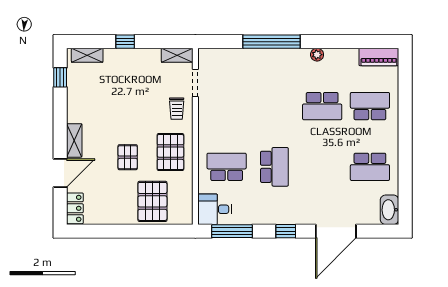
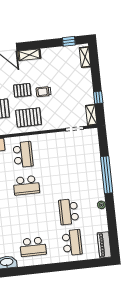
window: (125, 42) -> (98, 98), moved
trolley: (177, 109) -> (44, 92), moved
school desk: (370, 167) -> (33, 247), turned -90

